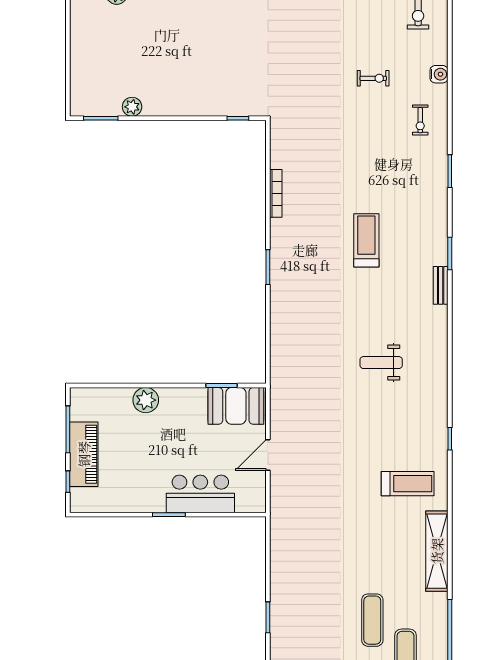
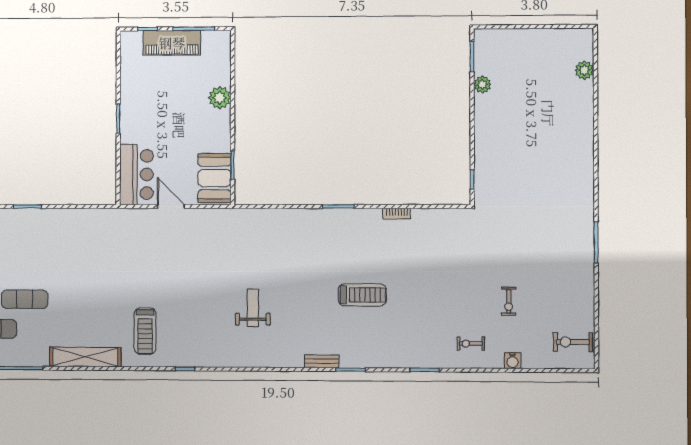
bookcase: (276, 193) -> (397, 214), width x0.64
bar counter: (200, 494) -> (136, 174), moved

